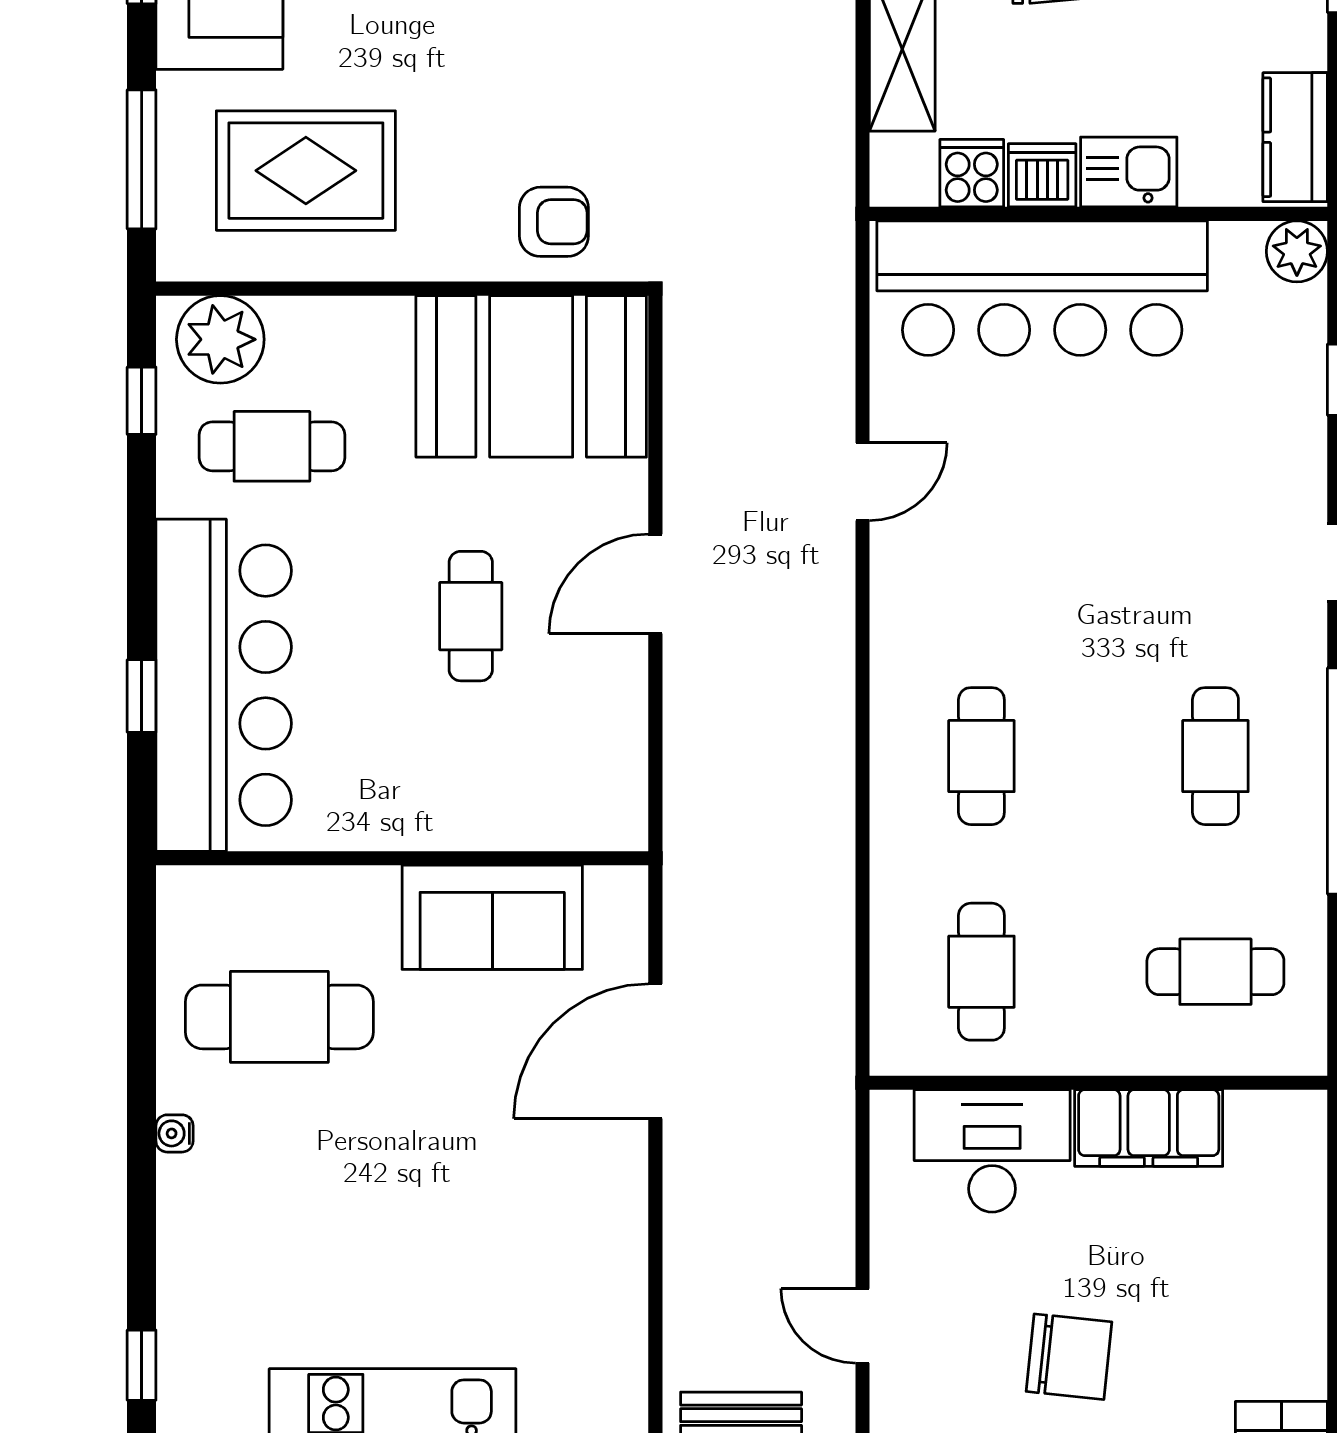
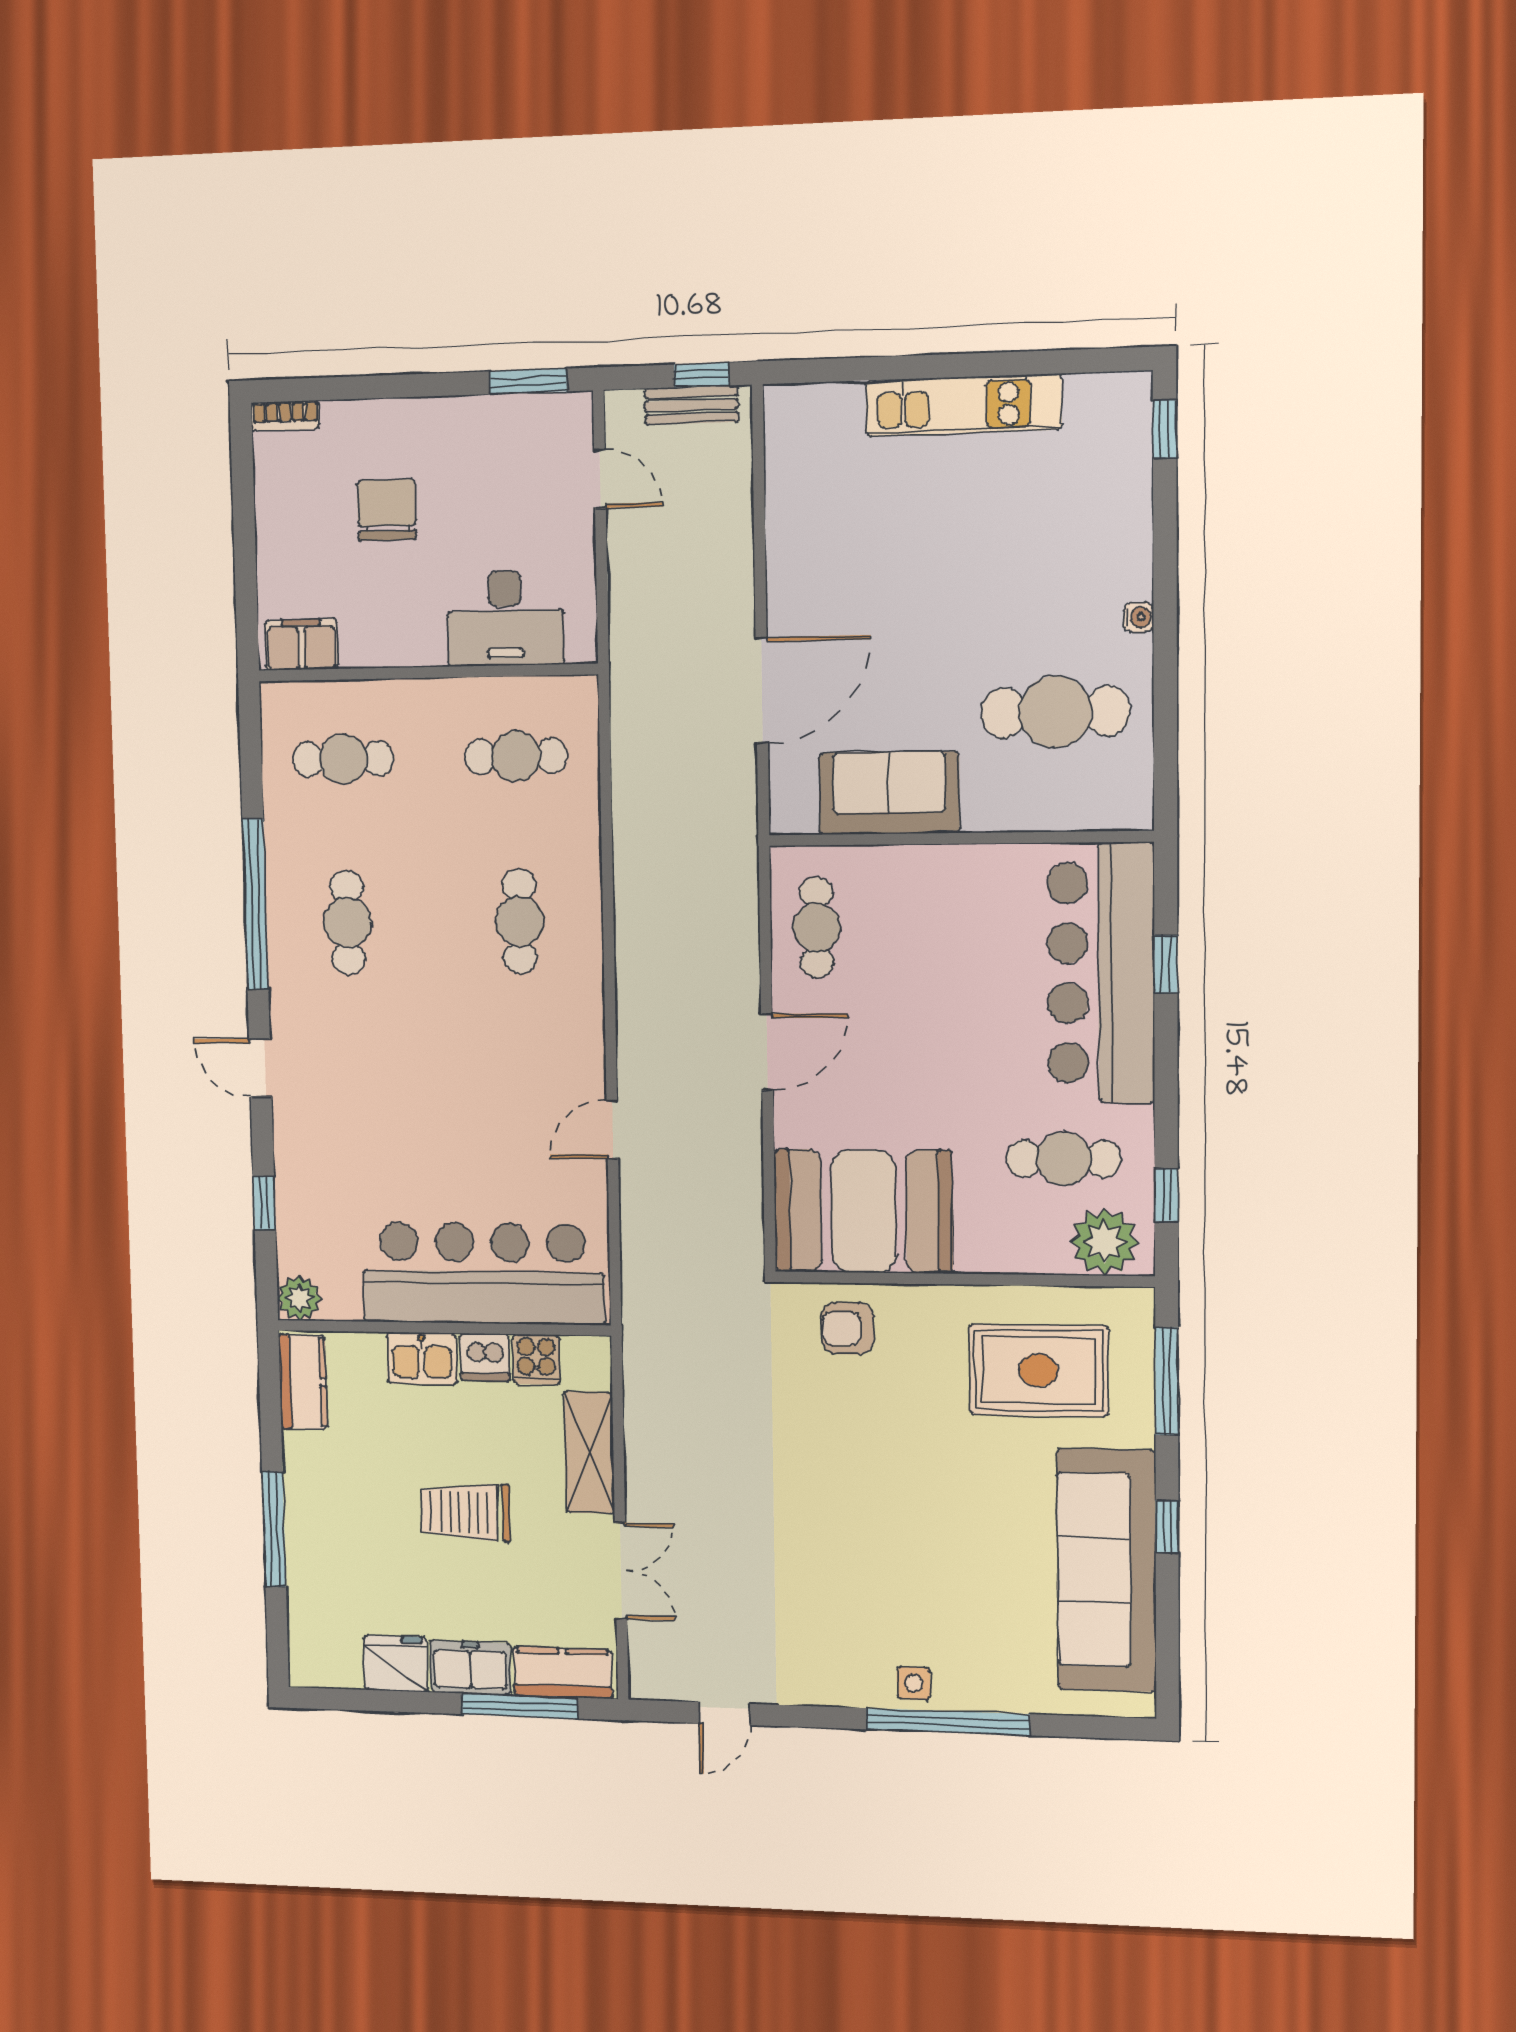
cafe table: (471, 616) -> (817, 927), moved
cafe table: (981, 972) -> (516, 756), turned 90
filing cabinet: (1149, 1128) -> (301, 645), moved, width x0.67, depth x0.86
chair: (1069, 1357) -> (387, 510), moved, turned 84

